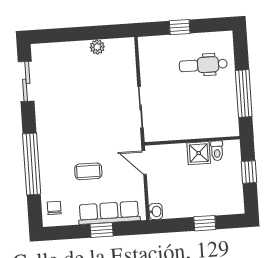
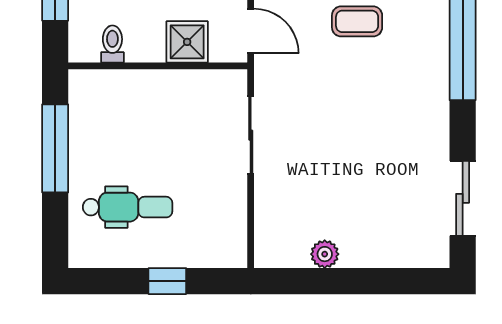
shower: (199, 153) -> (187, 42), moved

